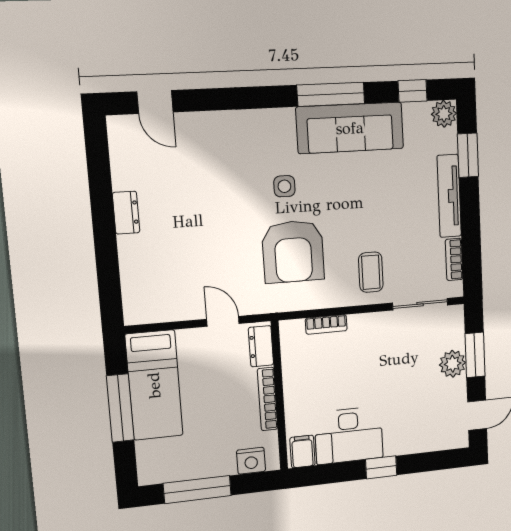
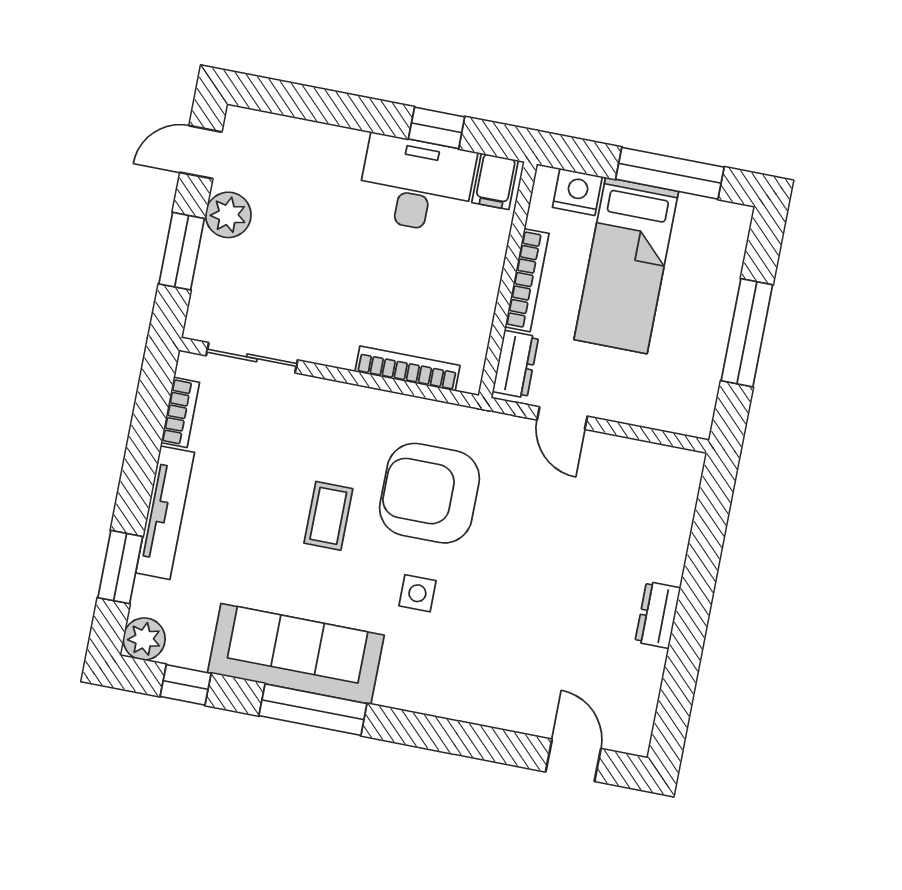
armchair: (293, 252) -> (429, 493), turned -90
coffee table: (371, 272) -> (328, 516), moved
bookcase: (326, 324) -> (407, 369), width x1.56
plant: (453, 364) -> (228, 215), moved
bed: (154, 385) -> (626, 265), moved, turned 180
window: (381, 467) -> (437, 128), moved

